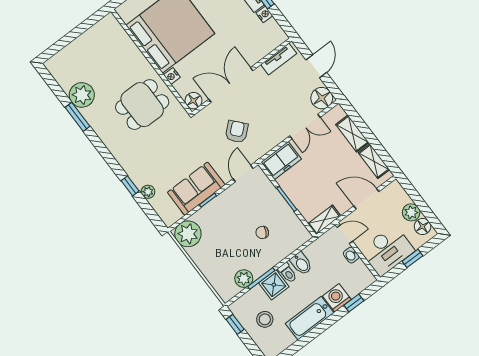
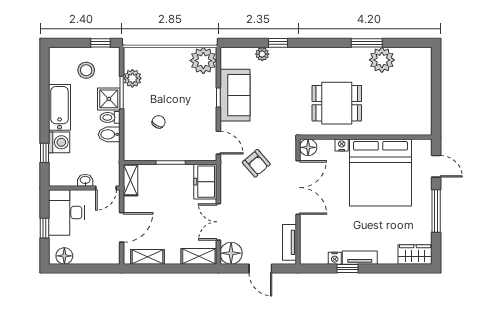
dining table: (142, 105) -> (337, 103), turned 90
shelving: (352, 134) -> (199, 256), moved
plant: (411, 212) -> (83, 255), removed

